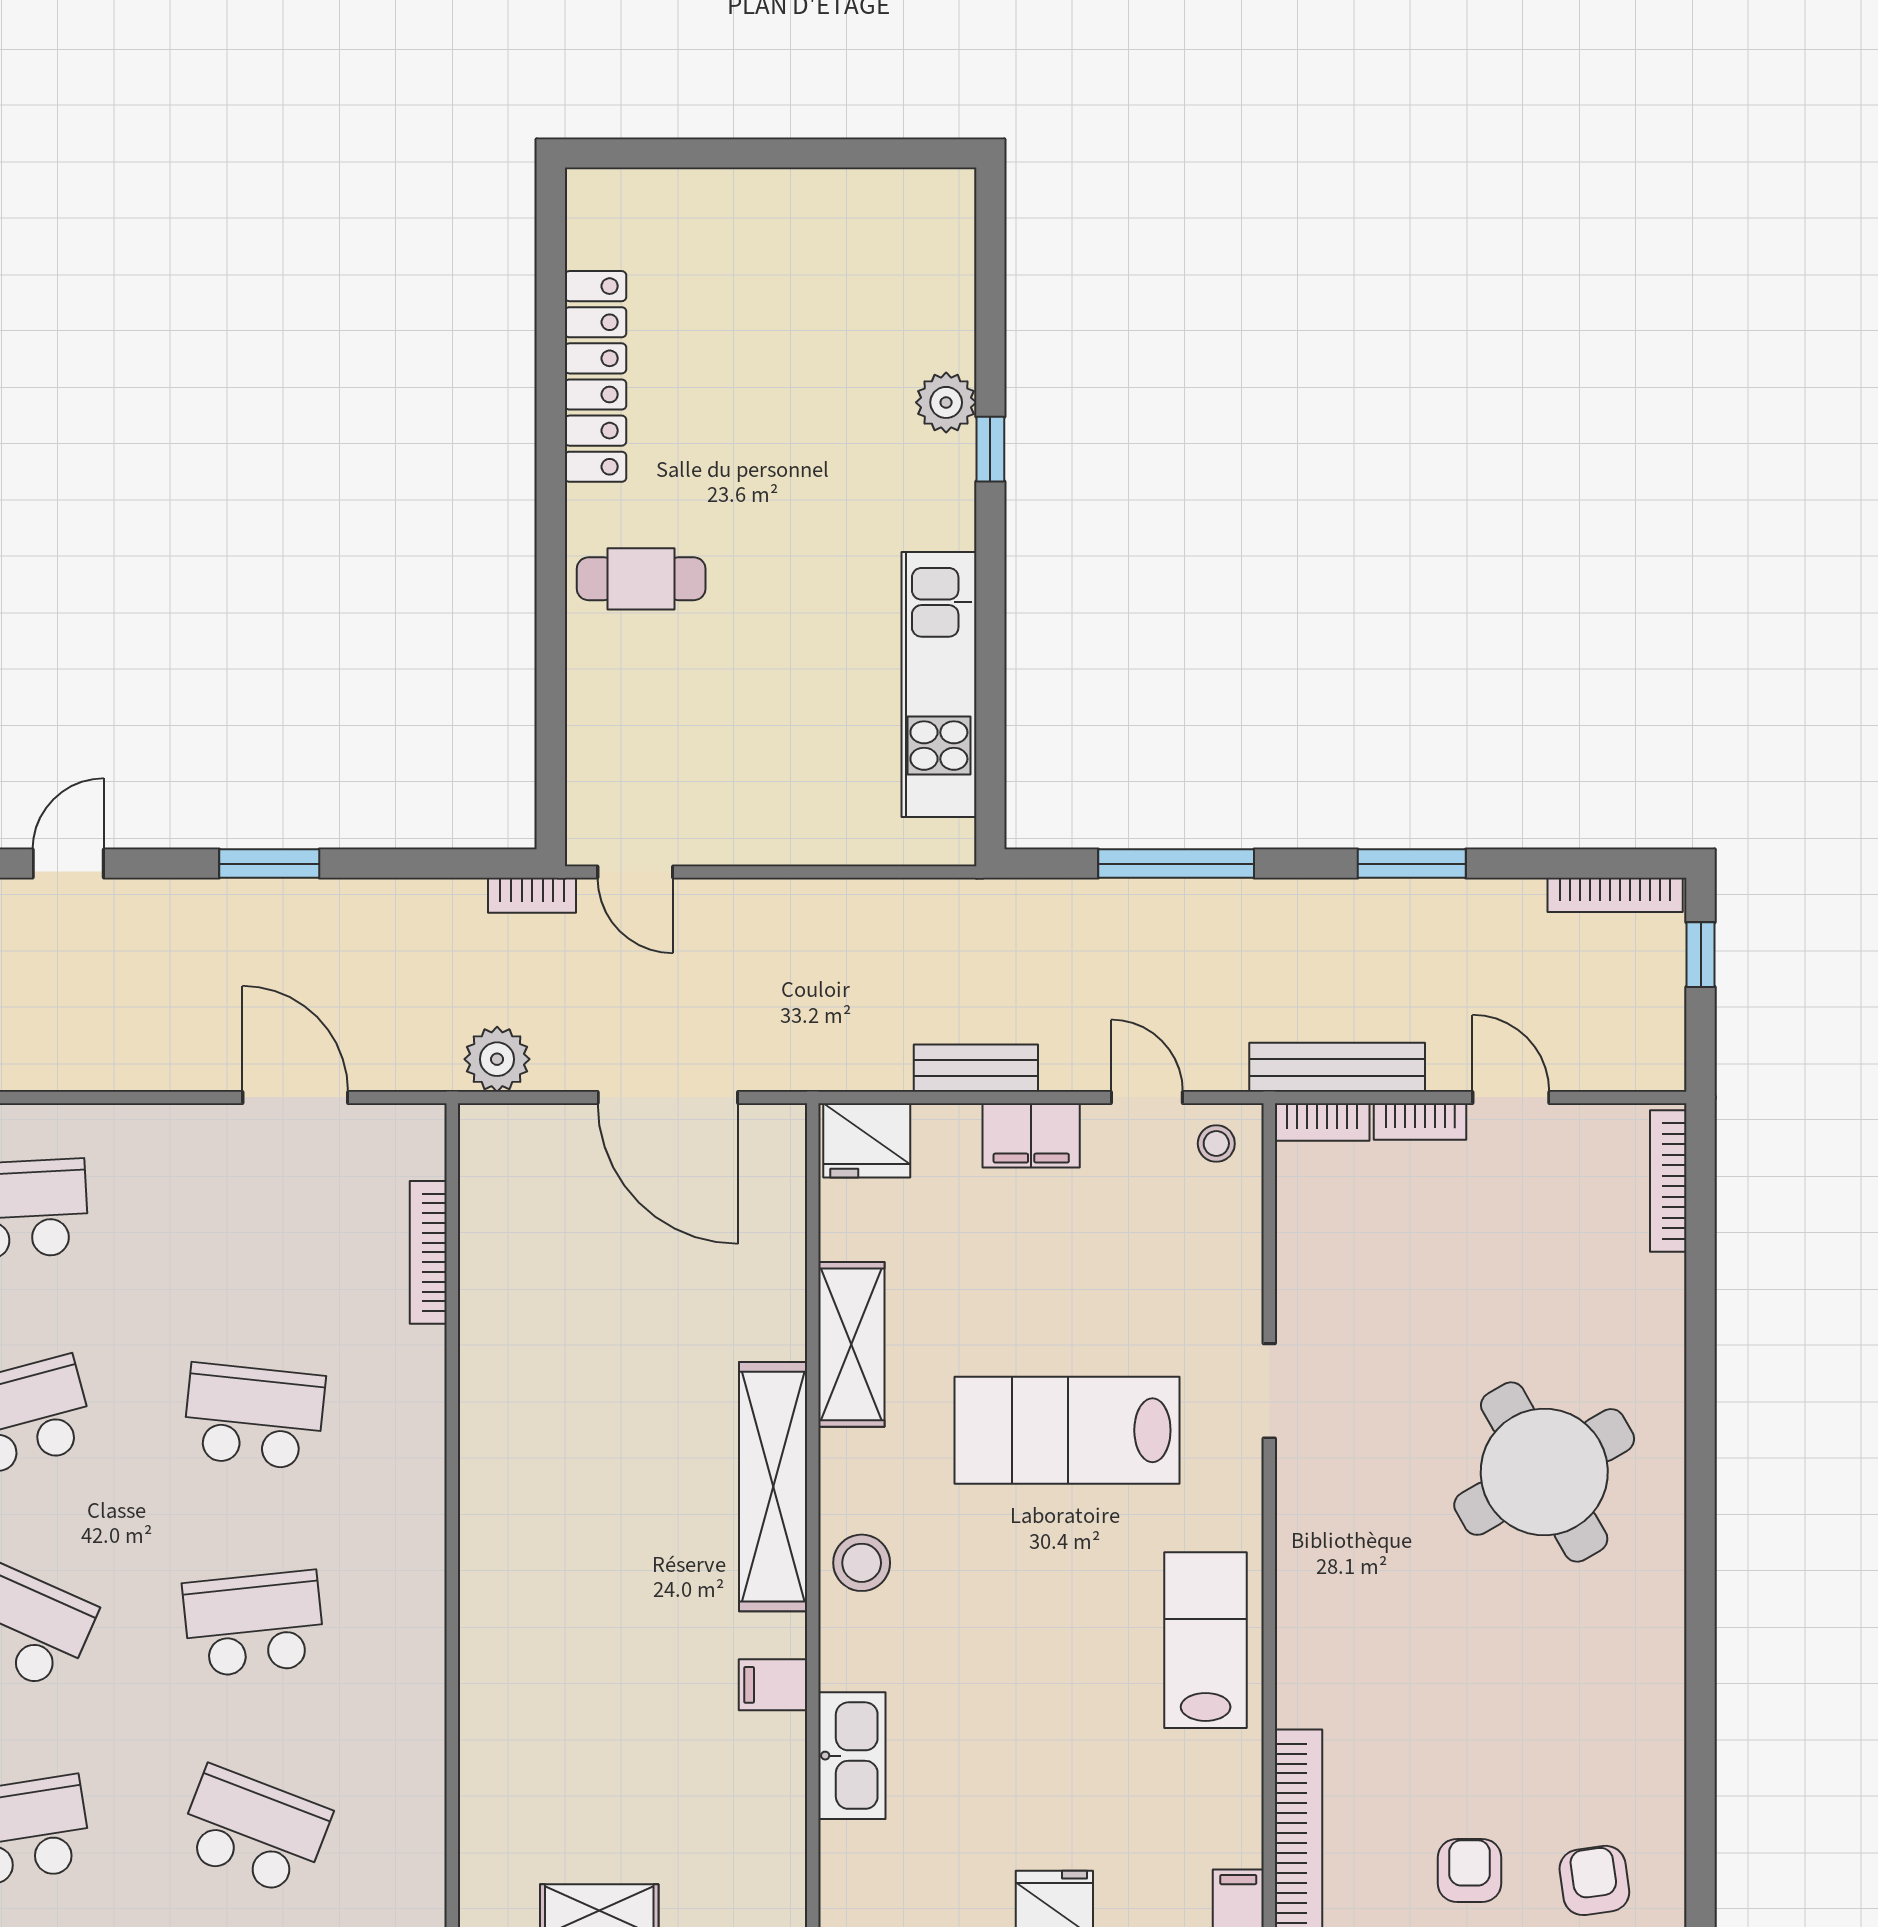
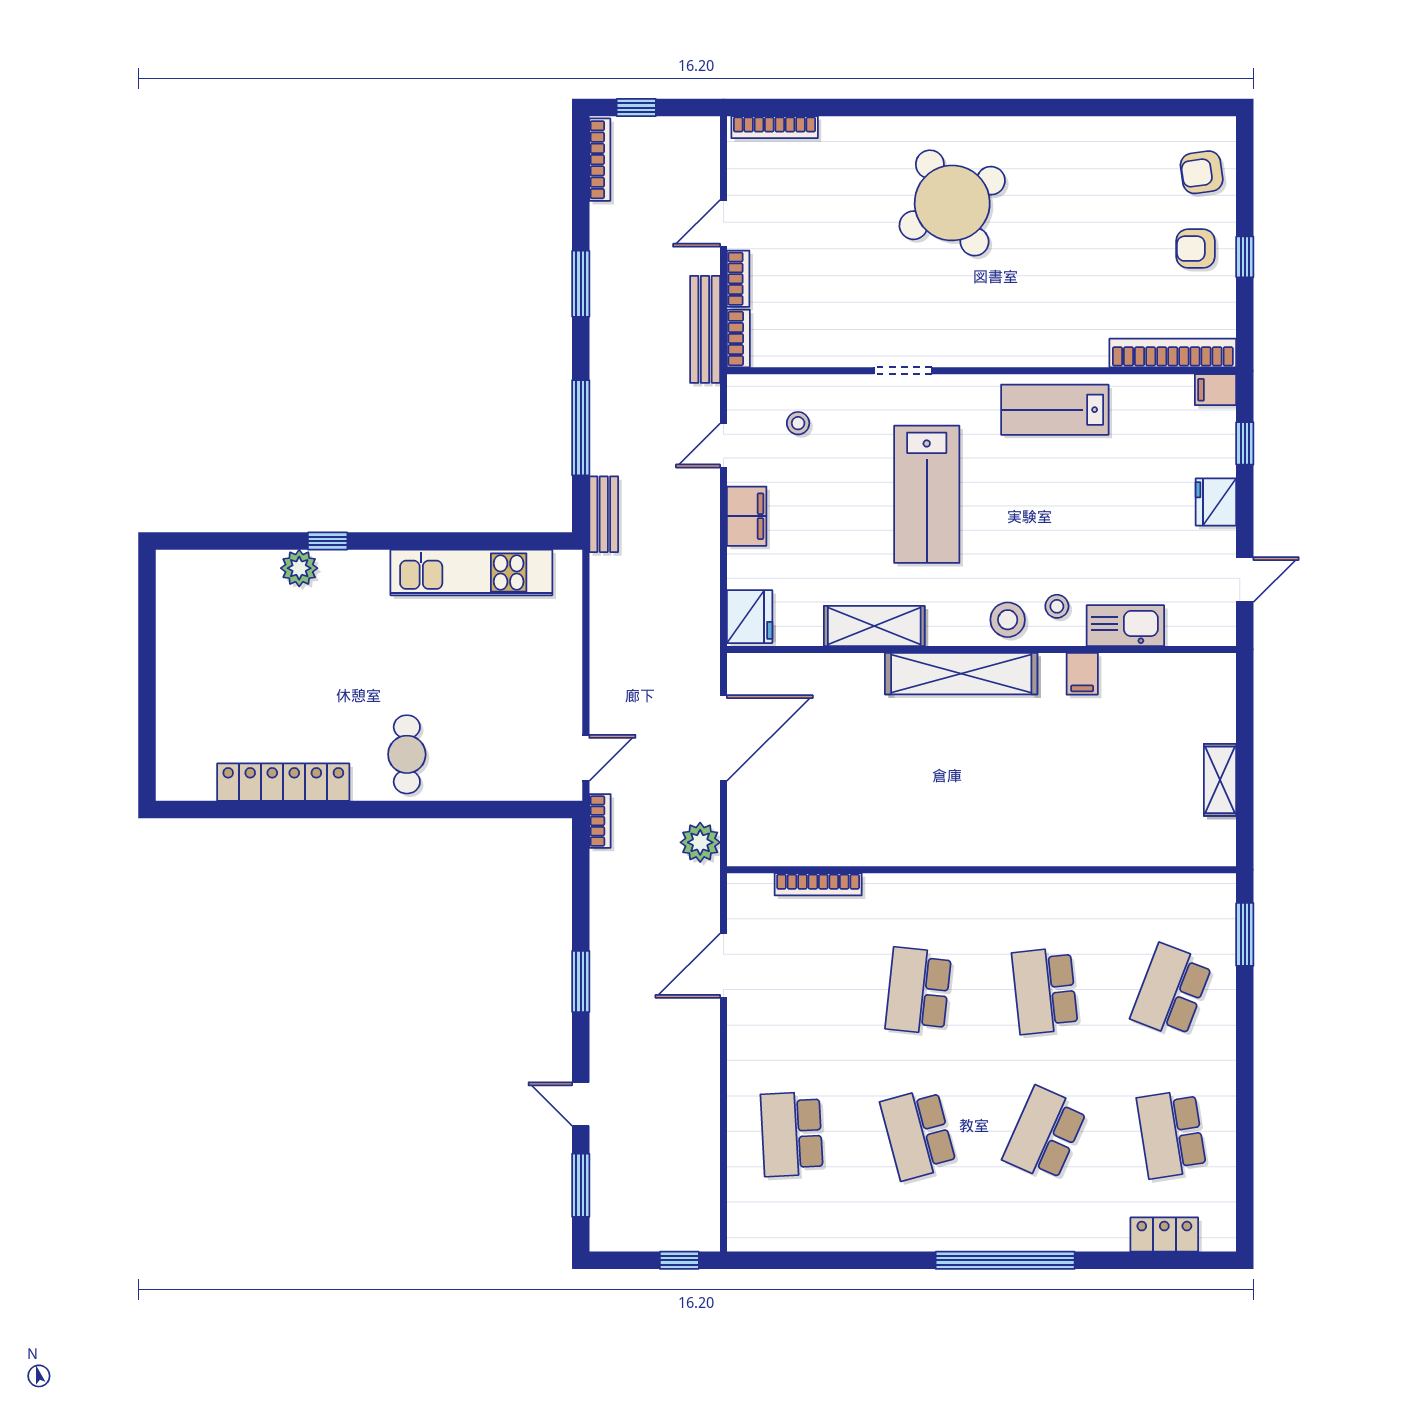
bench: (976, 1068) -> (604, 514), moved
stool: (1216, 1144) -> (798, 423), moved
stool: (884, 1643) -> (1057, 606), added

